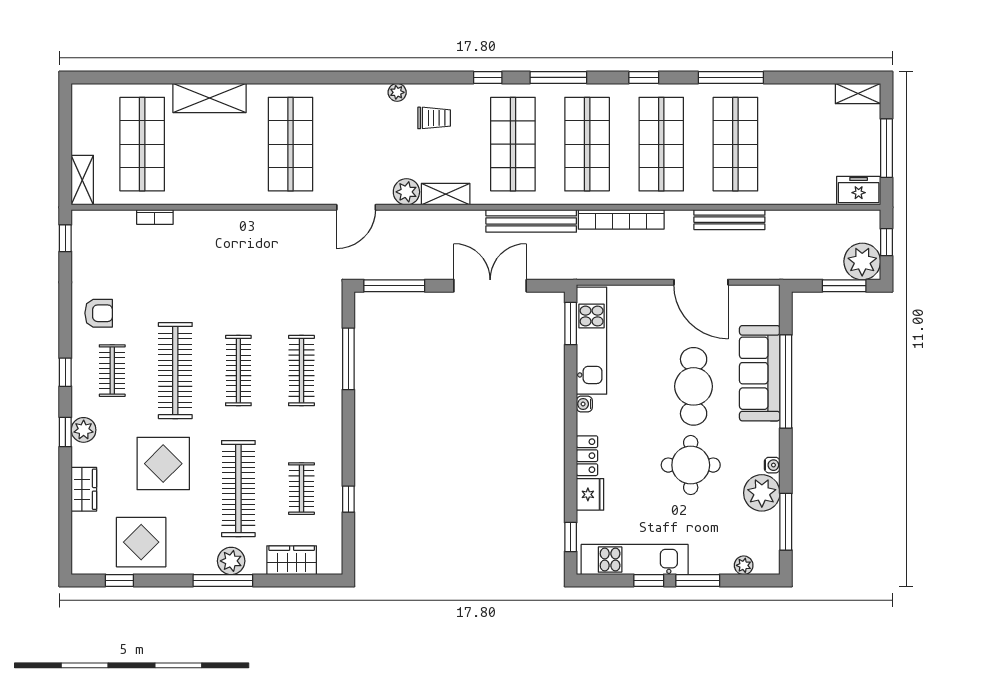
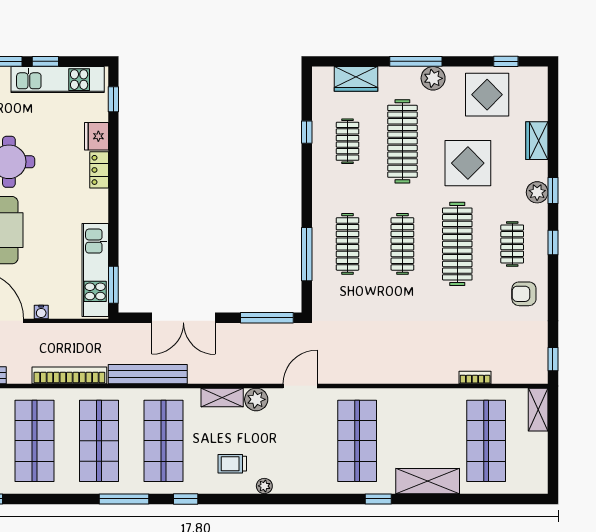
window: (644, 77) -> (378, 499), moved
water cooler: (584, 404) -> (41, 312), moved, turned 90
plant: (231, 561) -> (433, 78), moved

